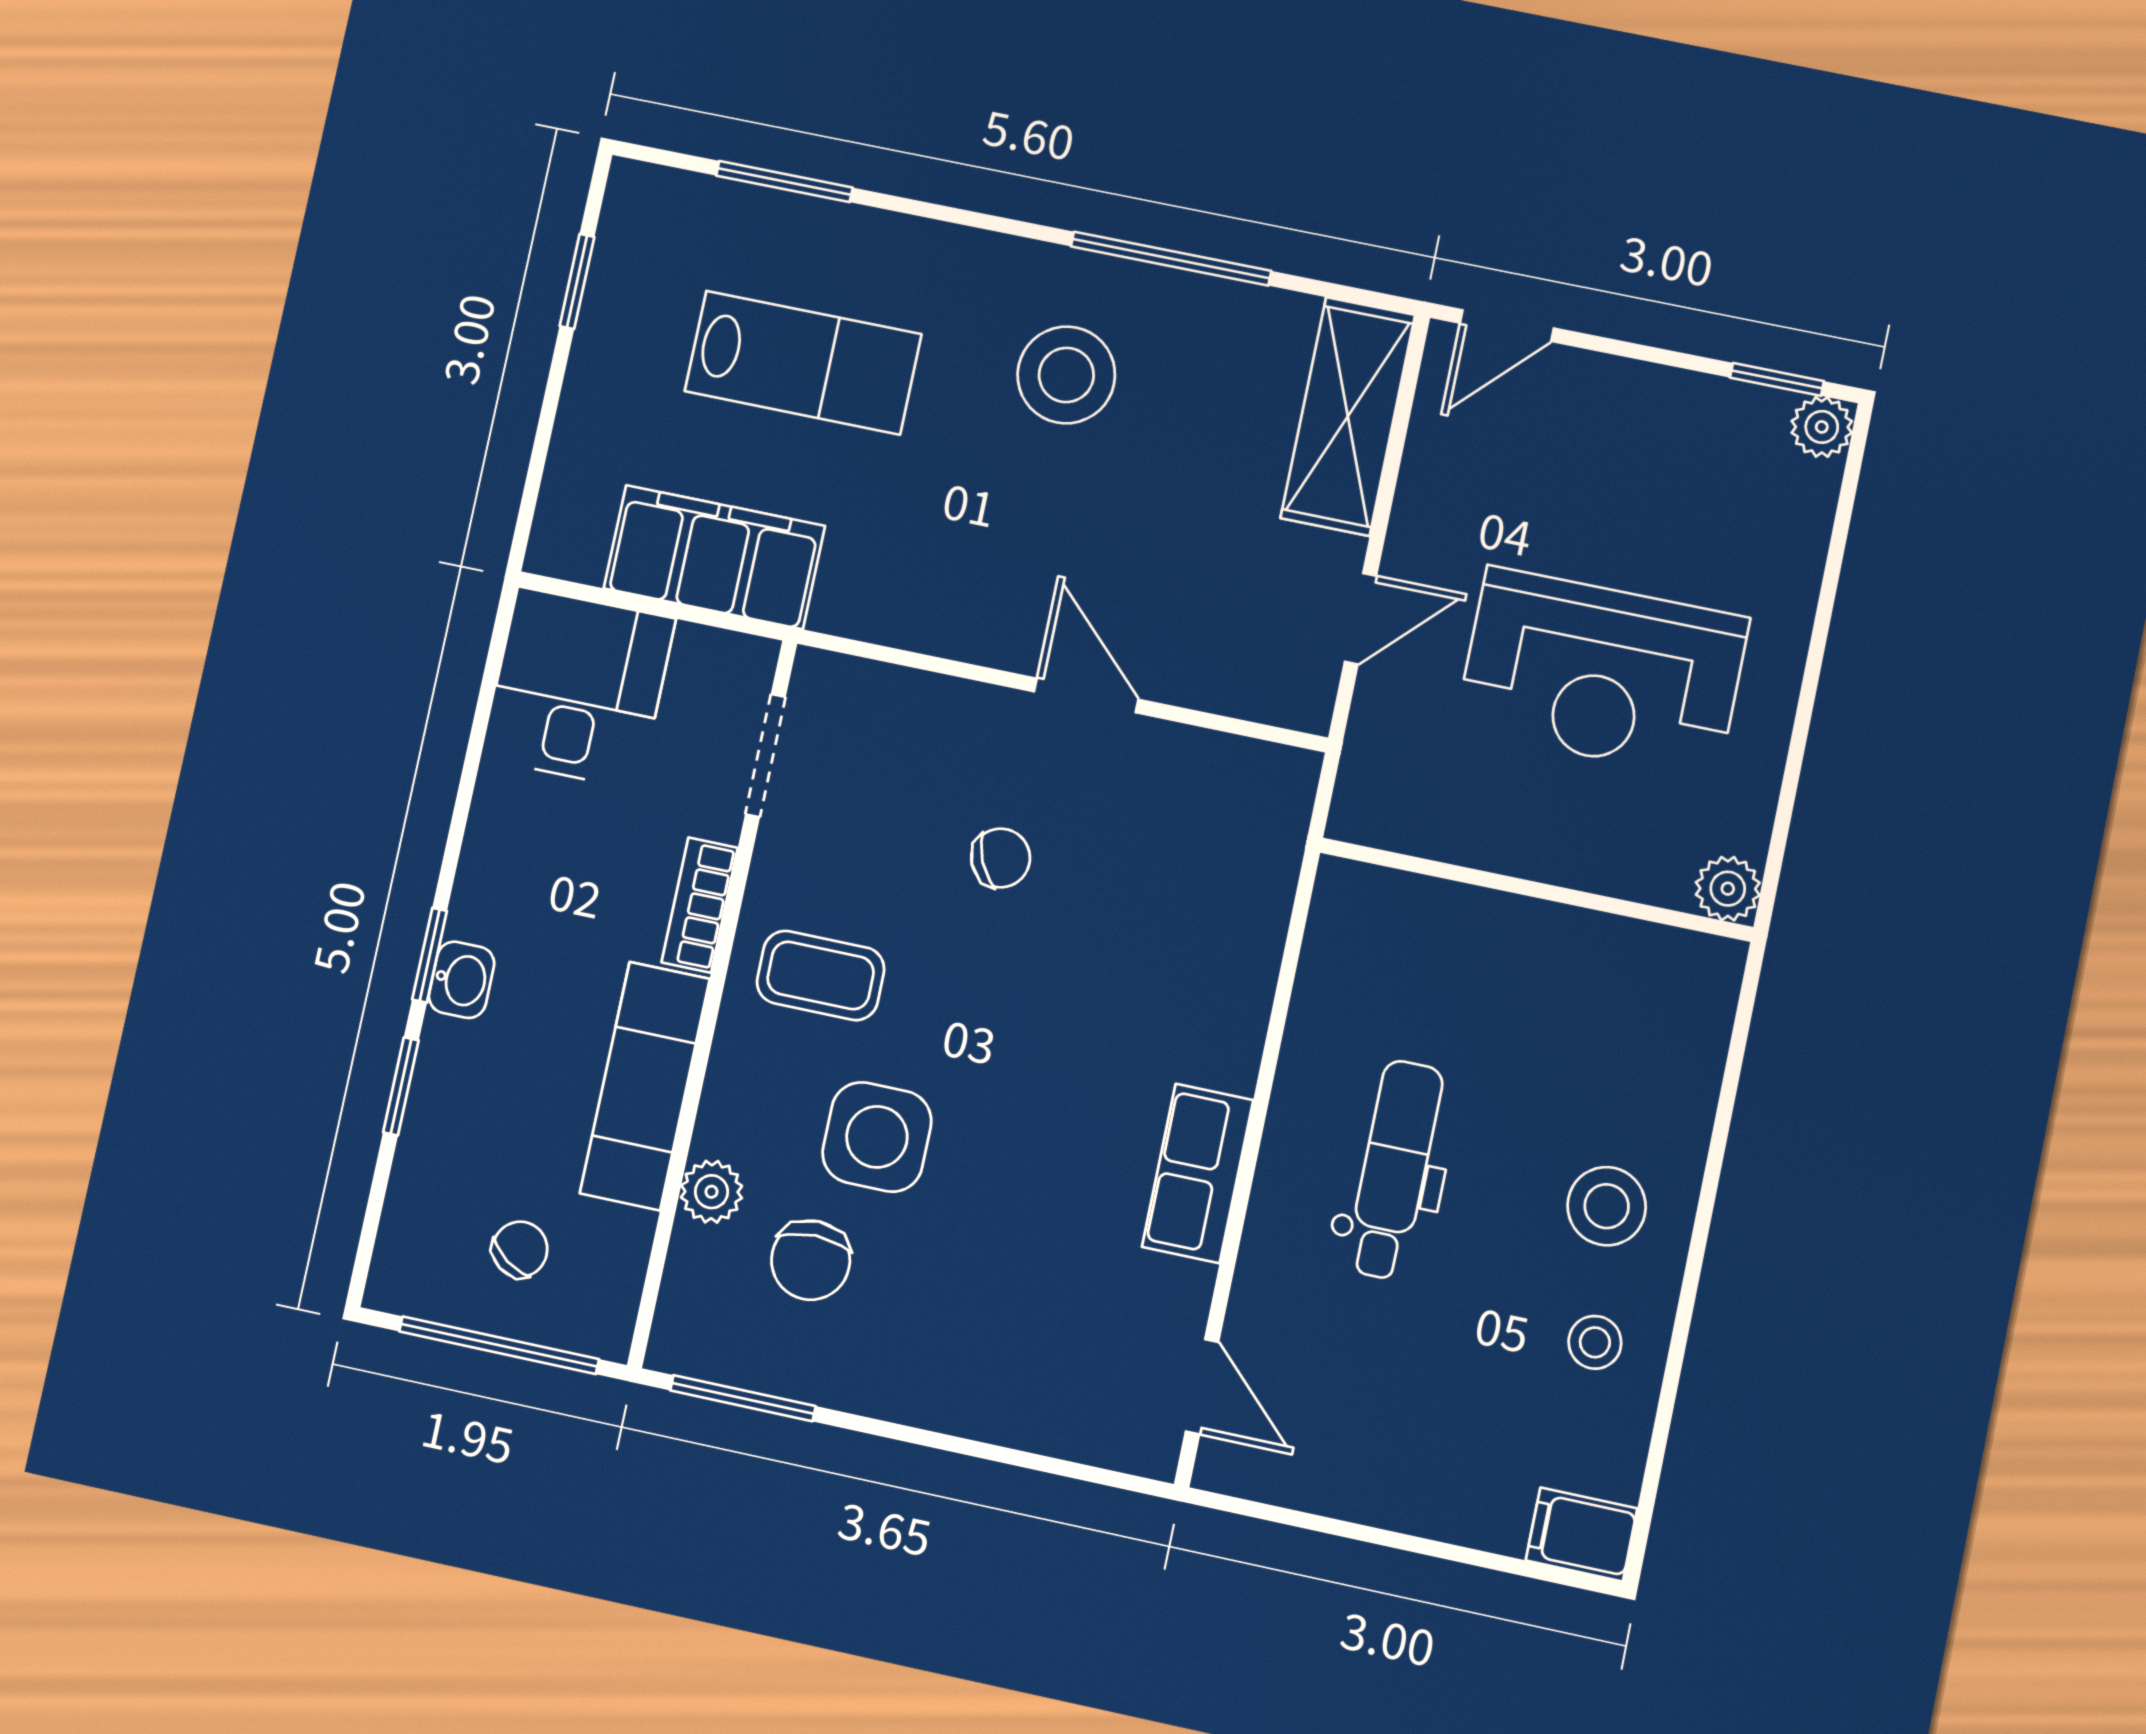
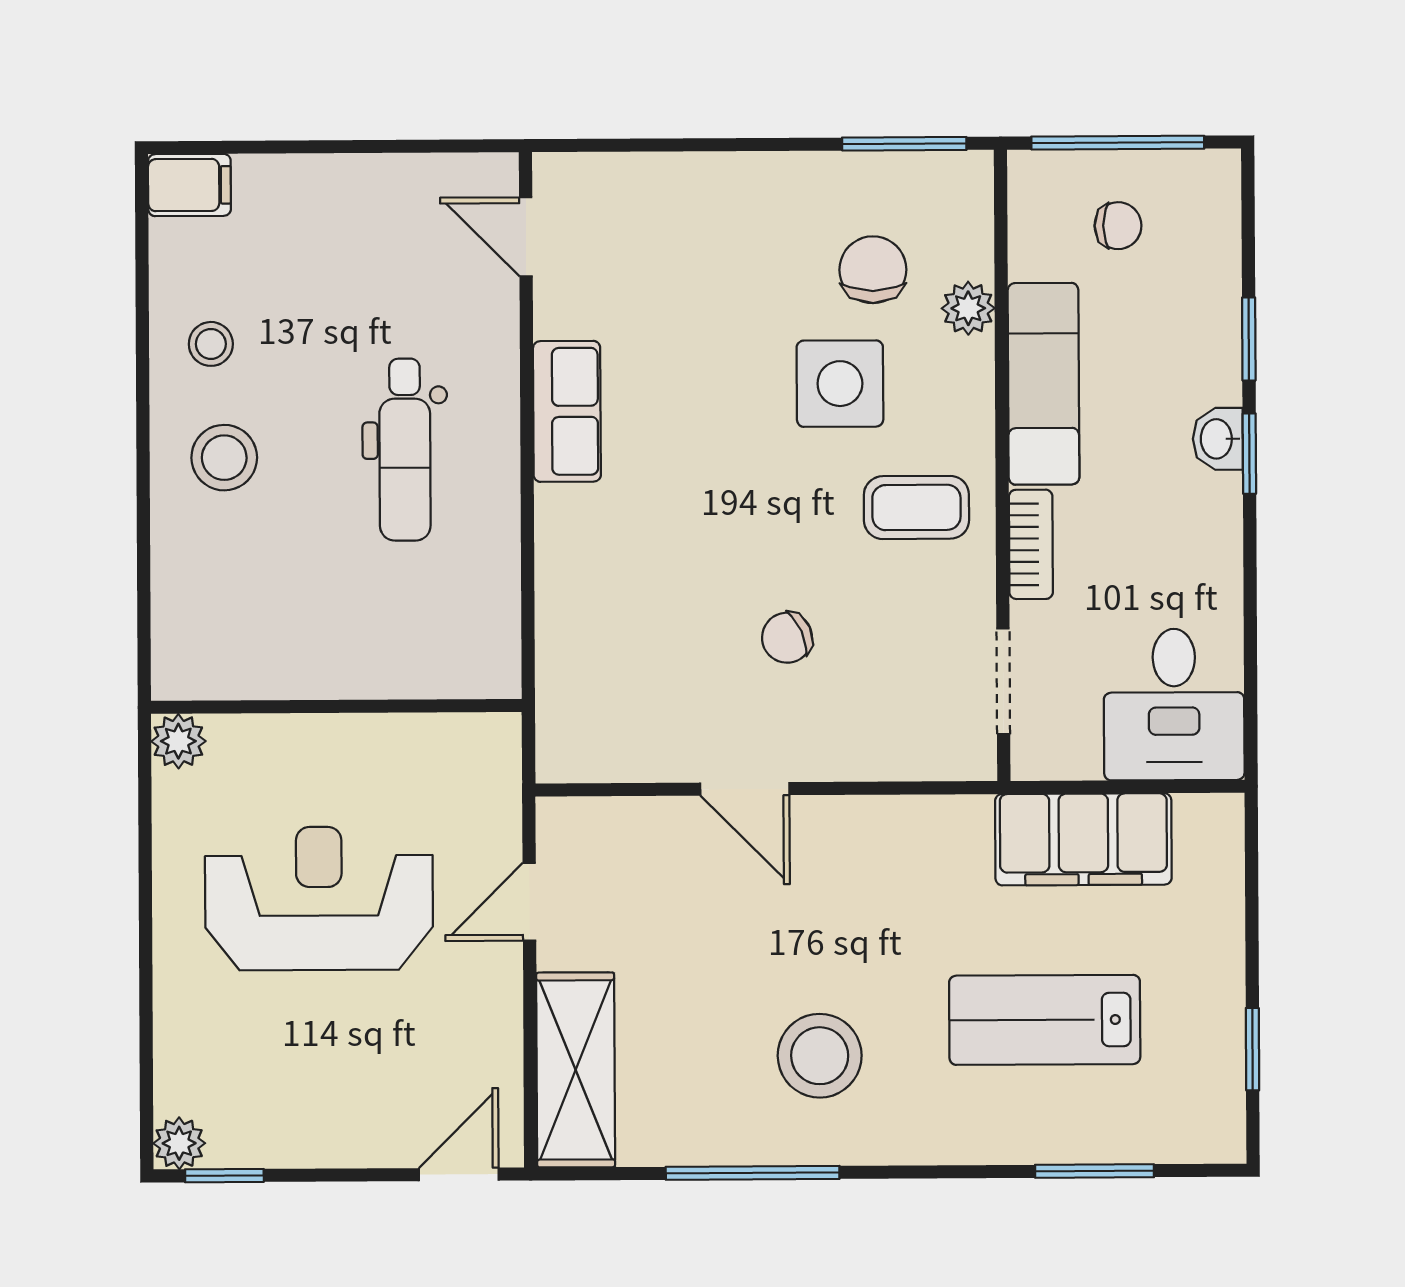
chair: (520, 1249) -> (1118, 226), turned -125

